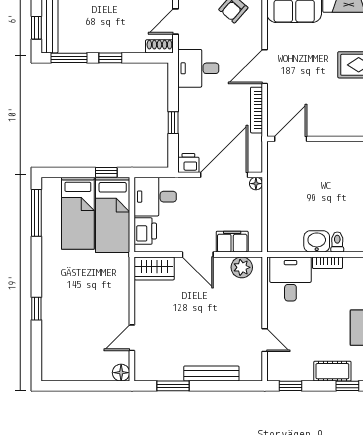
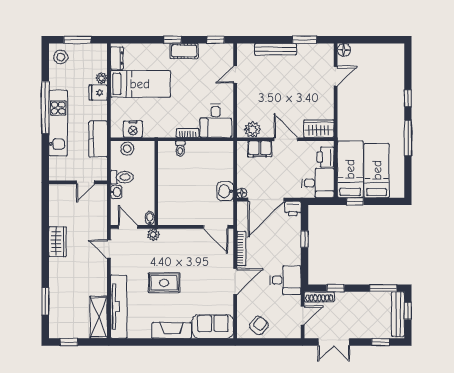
shoe rack: (159, 46) -> (319, 297), width x1.43
window: (110, 58) -> (336, 288), moved
door: (291, 139) -> (216, 227), hinge flipped
window: (36, 213) -> (408, 138), moved
washbasin: (317, 241) -> (225, 191), moved, turned 90
door: (265, 340) -> (235, 74), hinge flipped

